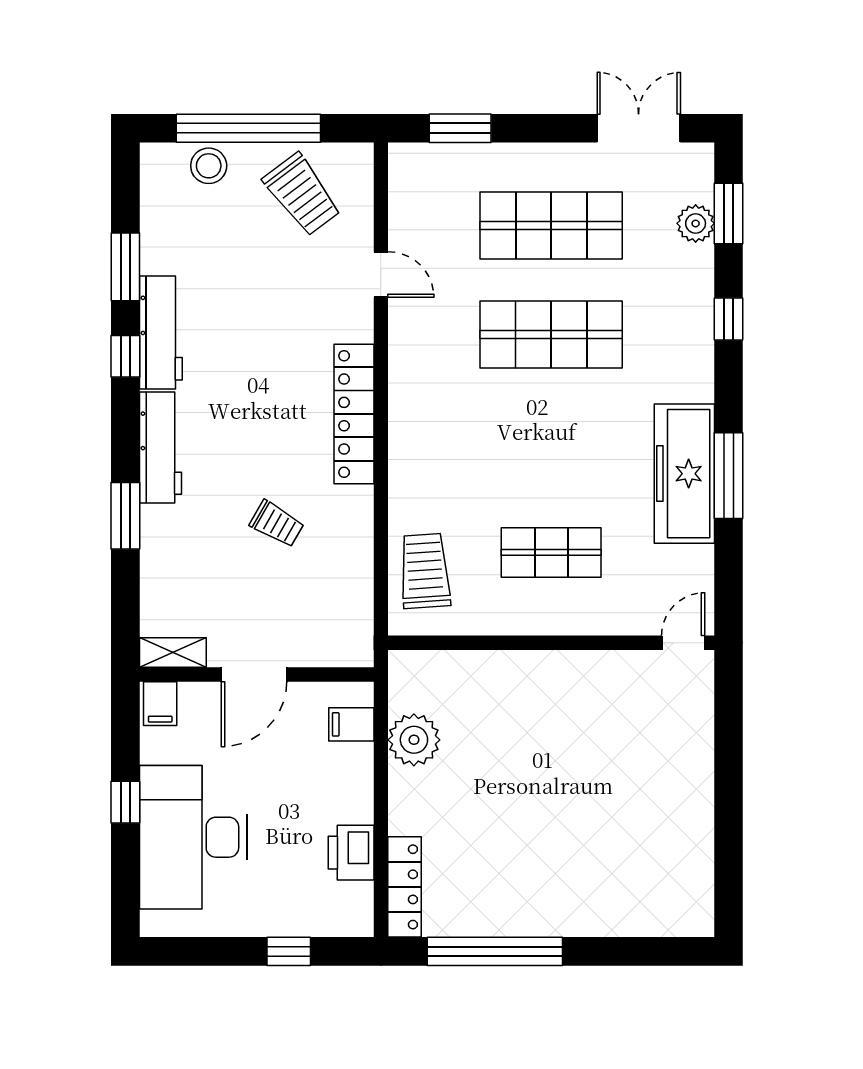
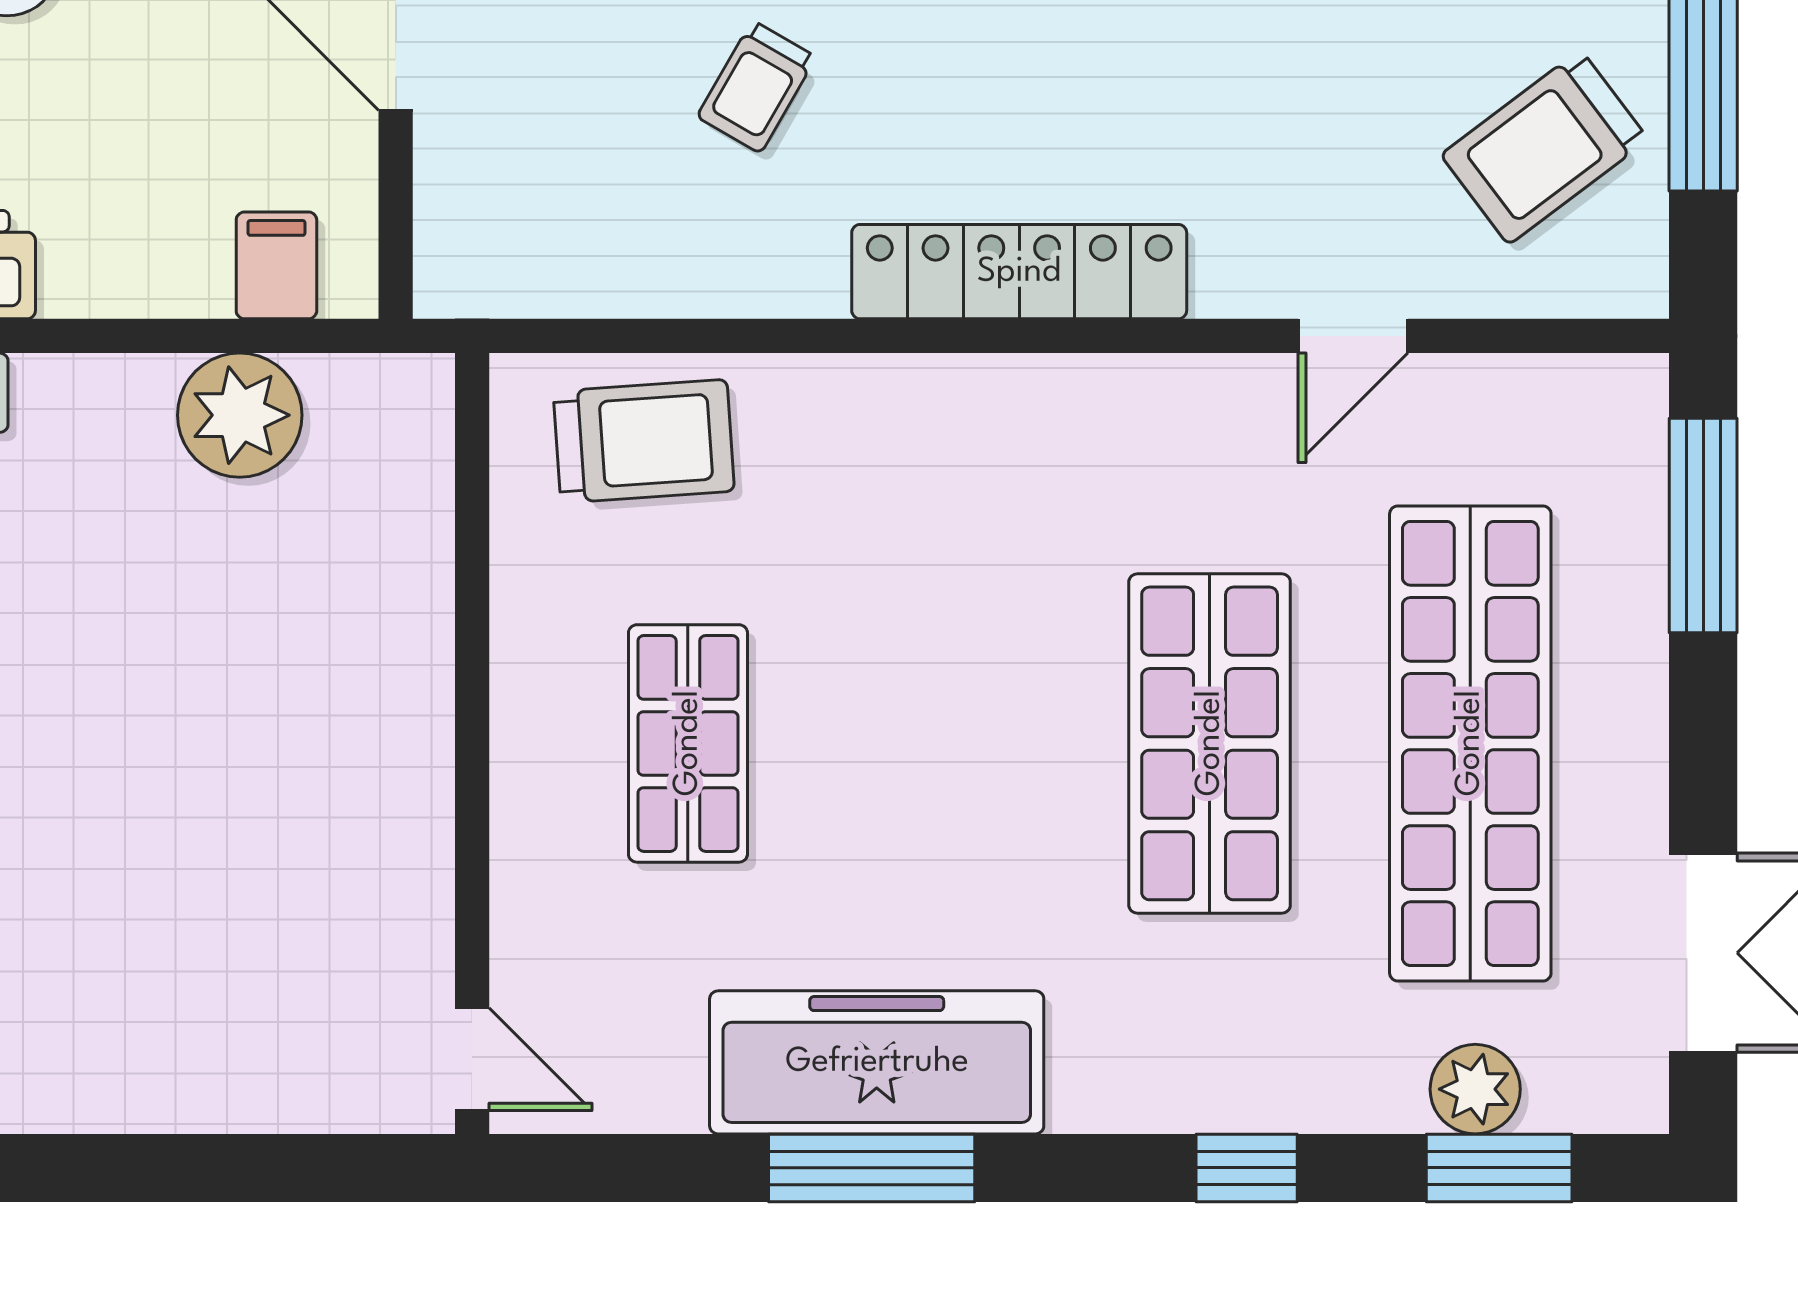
window: (460, 128) -> (1703, 526), width x1.44
shop shelf: (551, 226) -> (1470, 743), width x1.40

